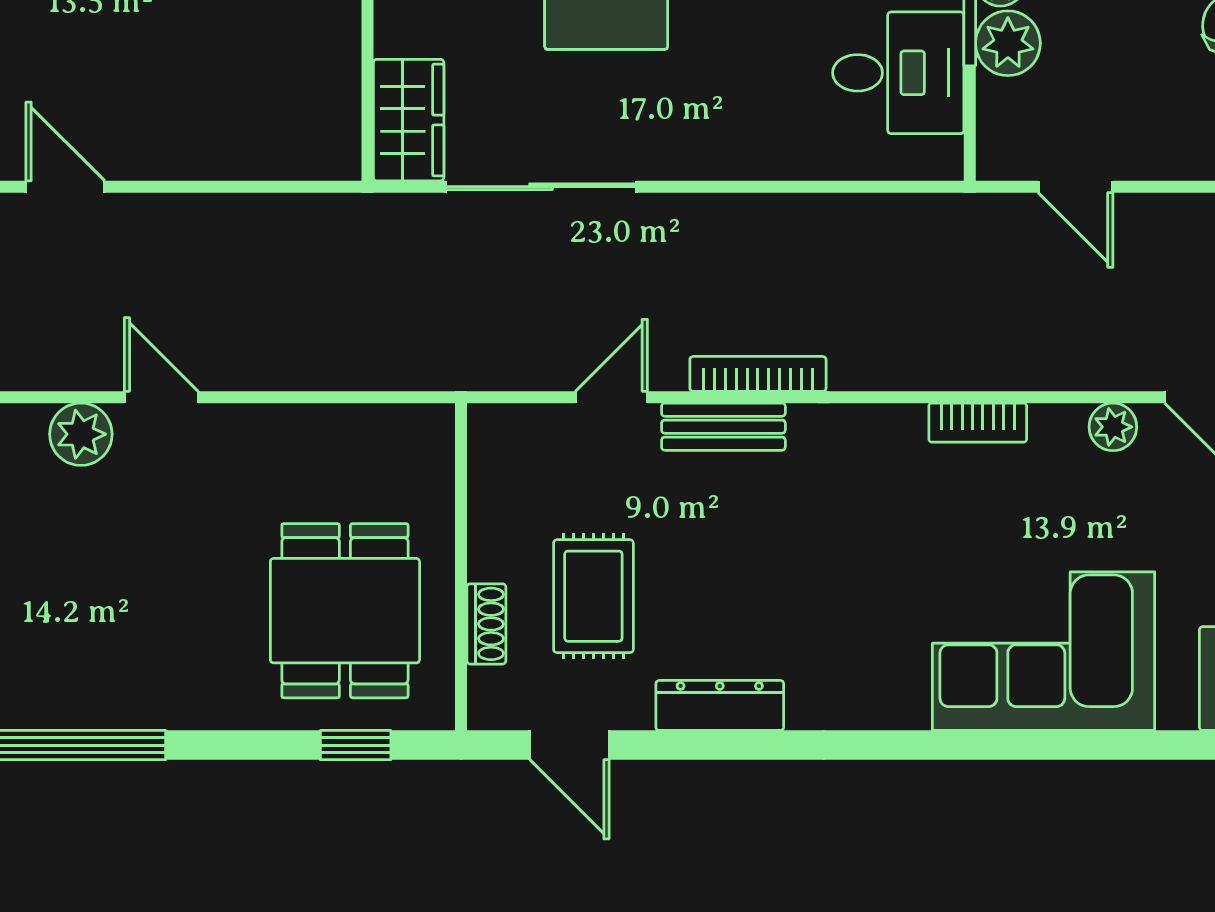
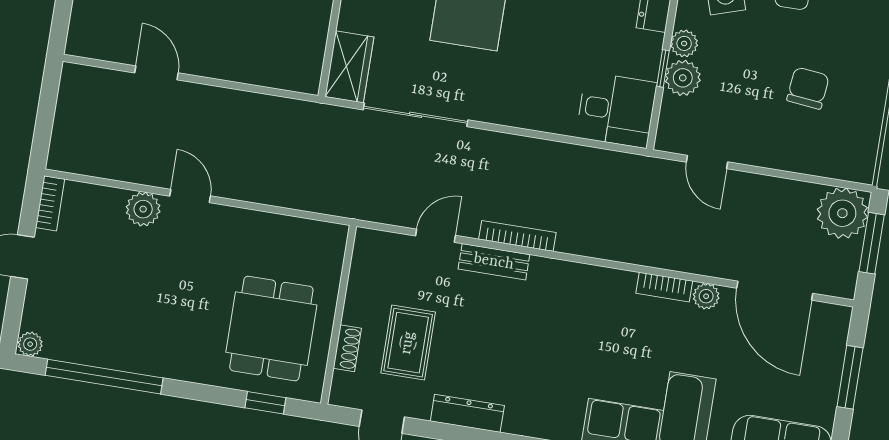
desk: (898, 73) -> (616, 110), moved
bookcase: (978, 423) -> (664, 287), moved

